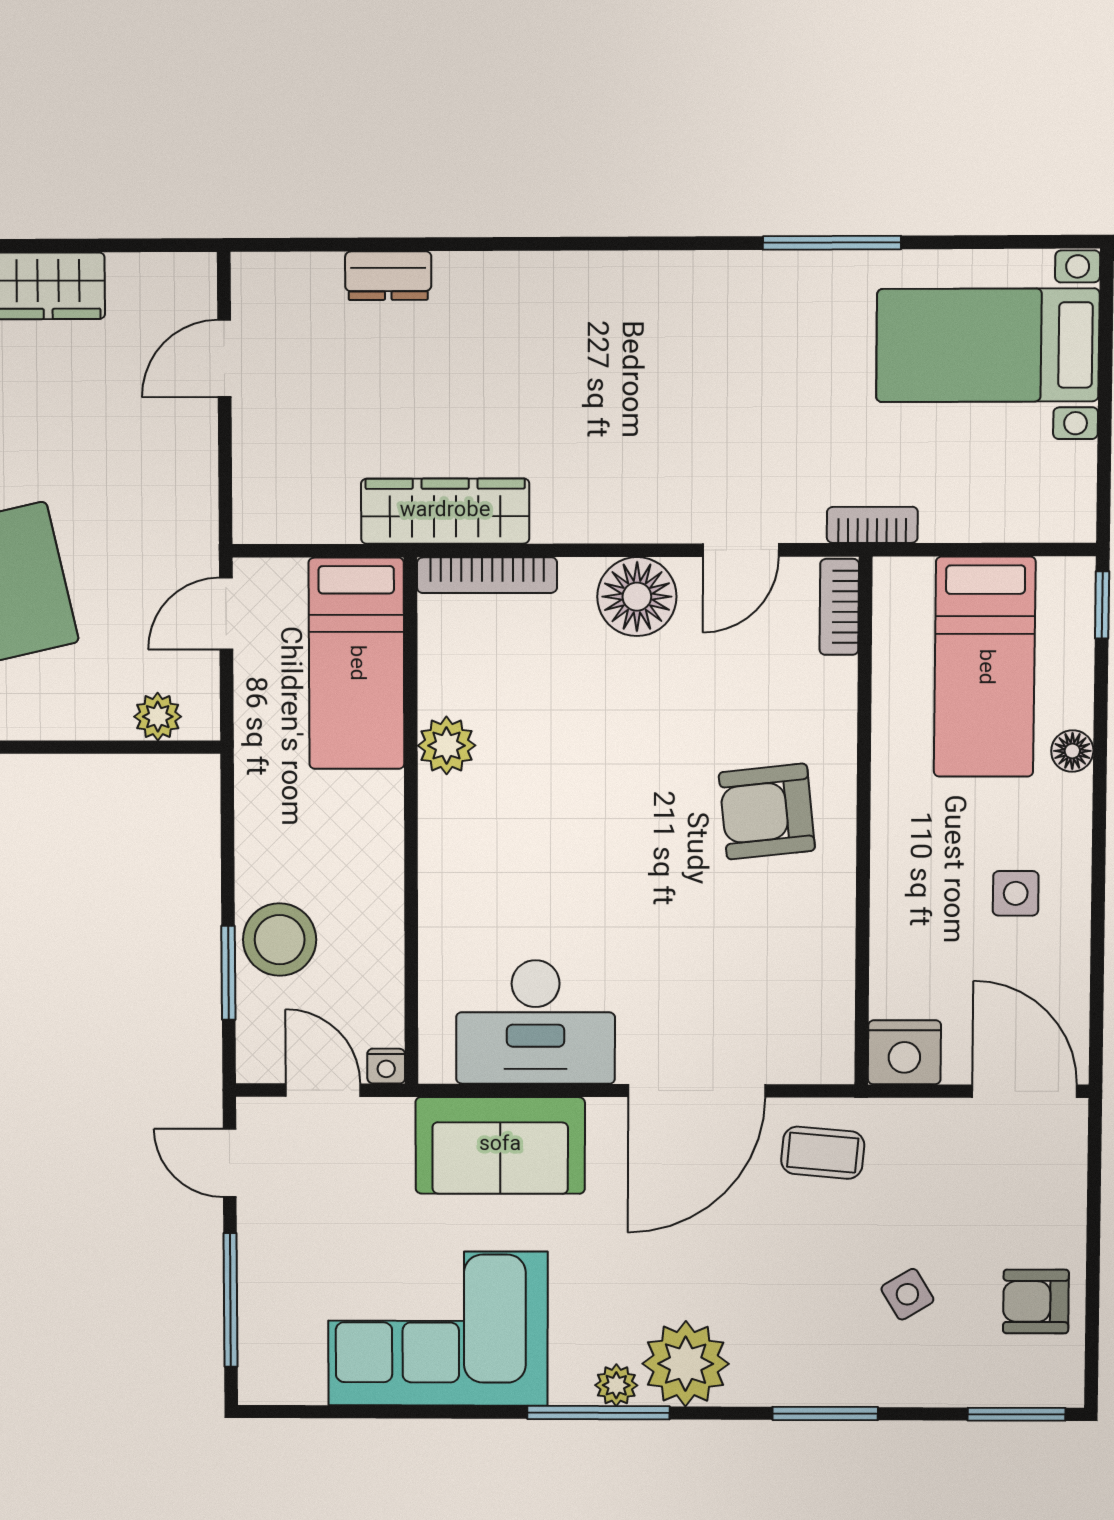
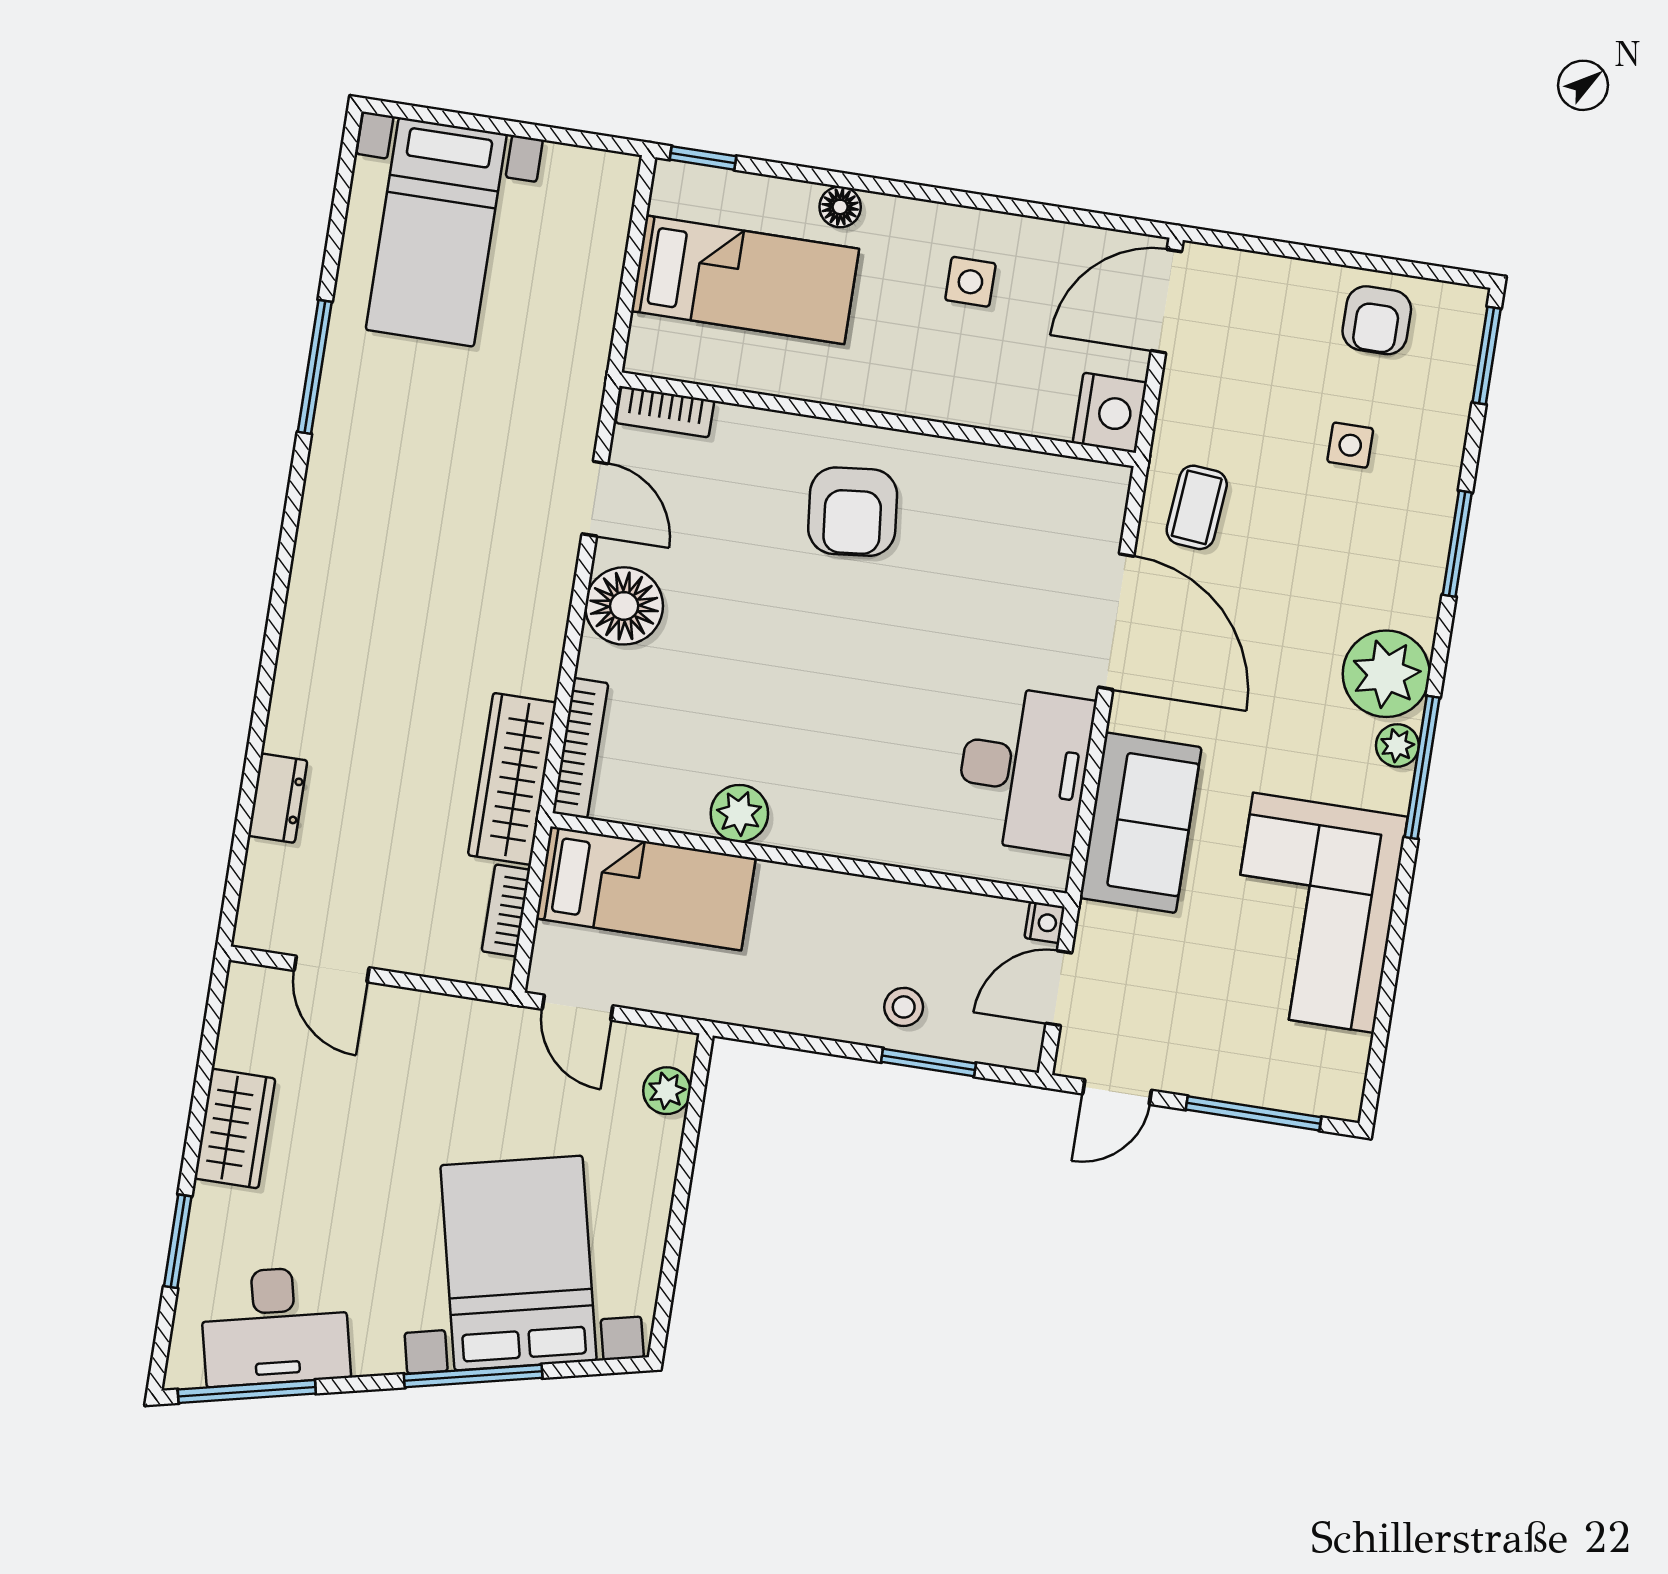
bookcase: (872, 525) -> (506, 910), moved
stool: (280, 940) -> (904, 1007), width x0.53, depth x0.53
side table: (907, 1294) -> (1350, 445), turned 31

